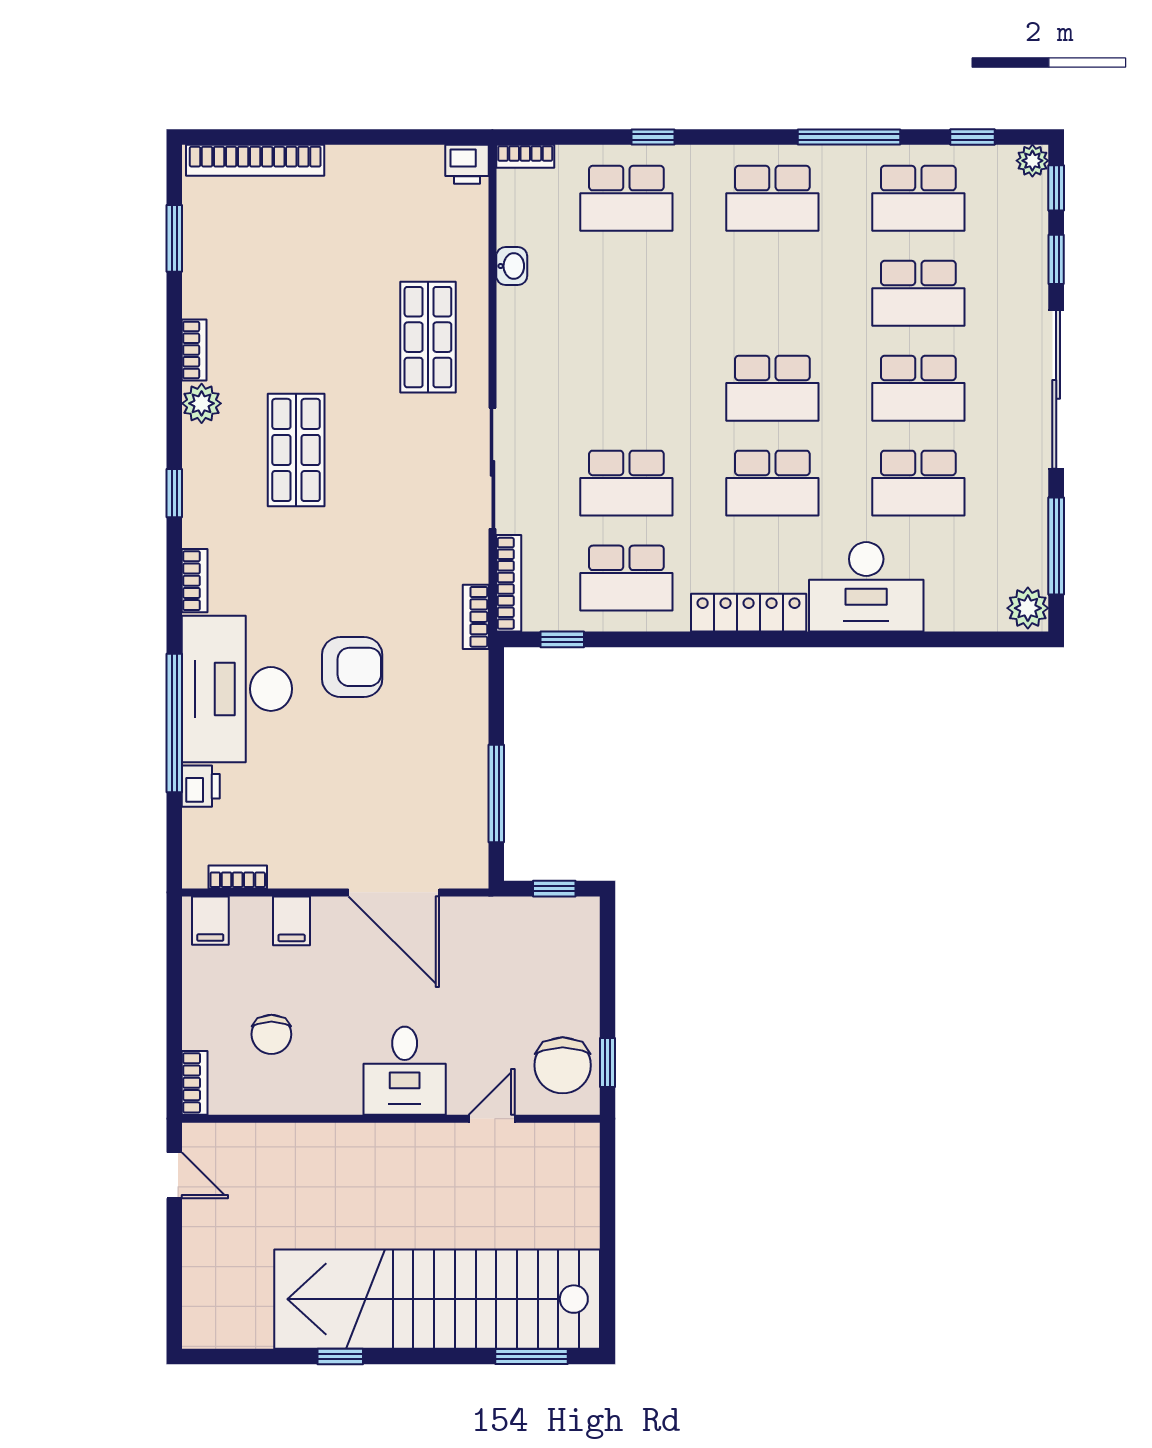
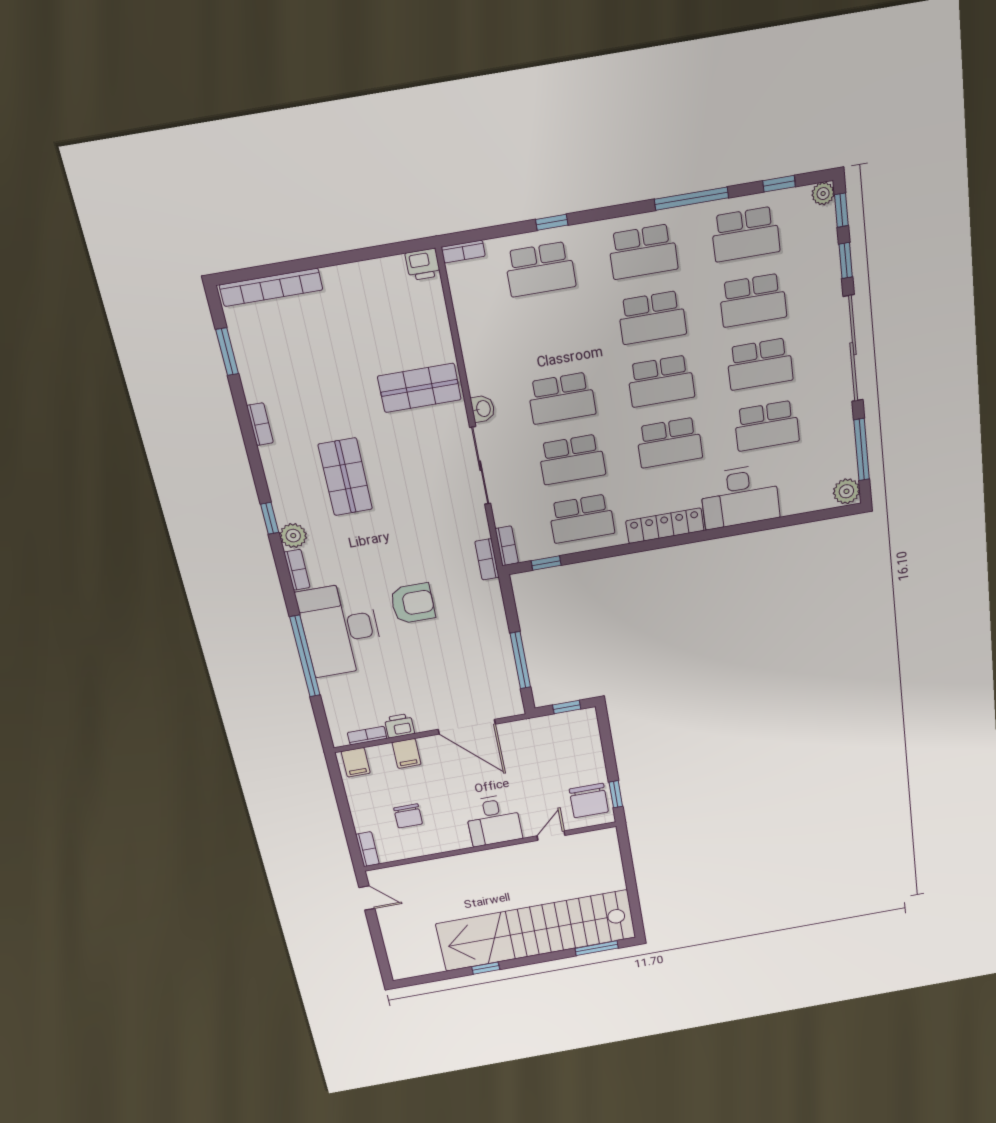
washbasin: (512, 266) -> (483, 409), moved
school desk: (772, 293) -> (652, 317), added
shop shelf: (428, 337) -> (419, 388), turned 90
school desk: (626, 388) -> (562, 398), added
plant: (202, 403) -> (293, 536), moved
bookcase: (509, 583) -> (507, 546), width x0.64
printer: (201, 786) -> (399, 726), moved, turned -90

